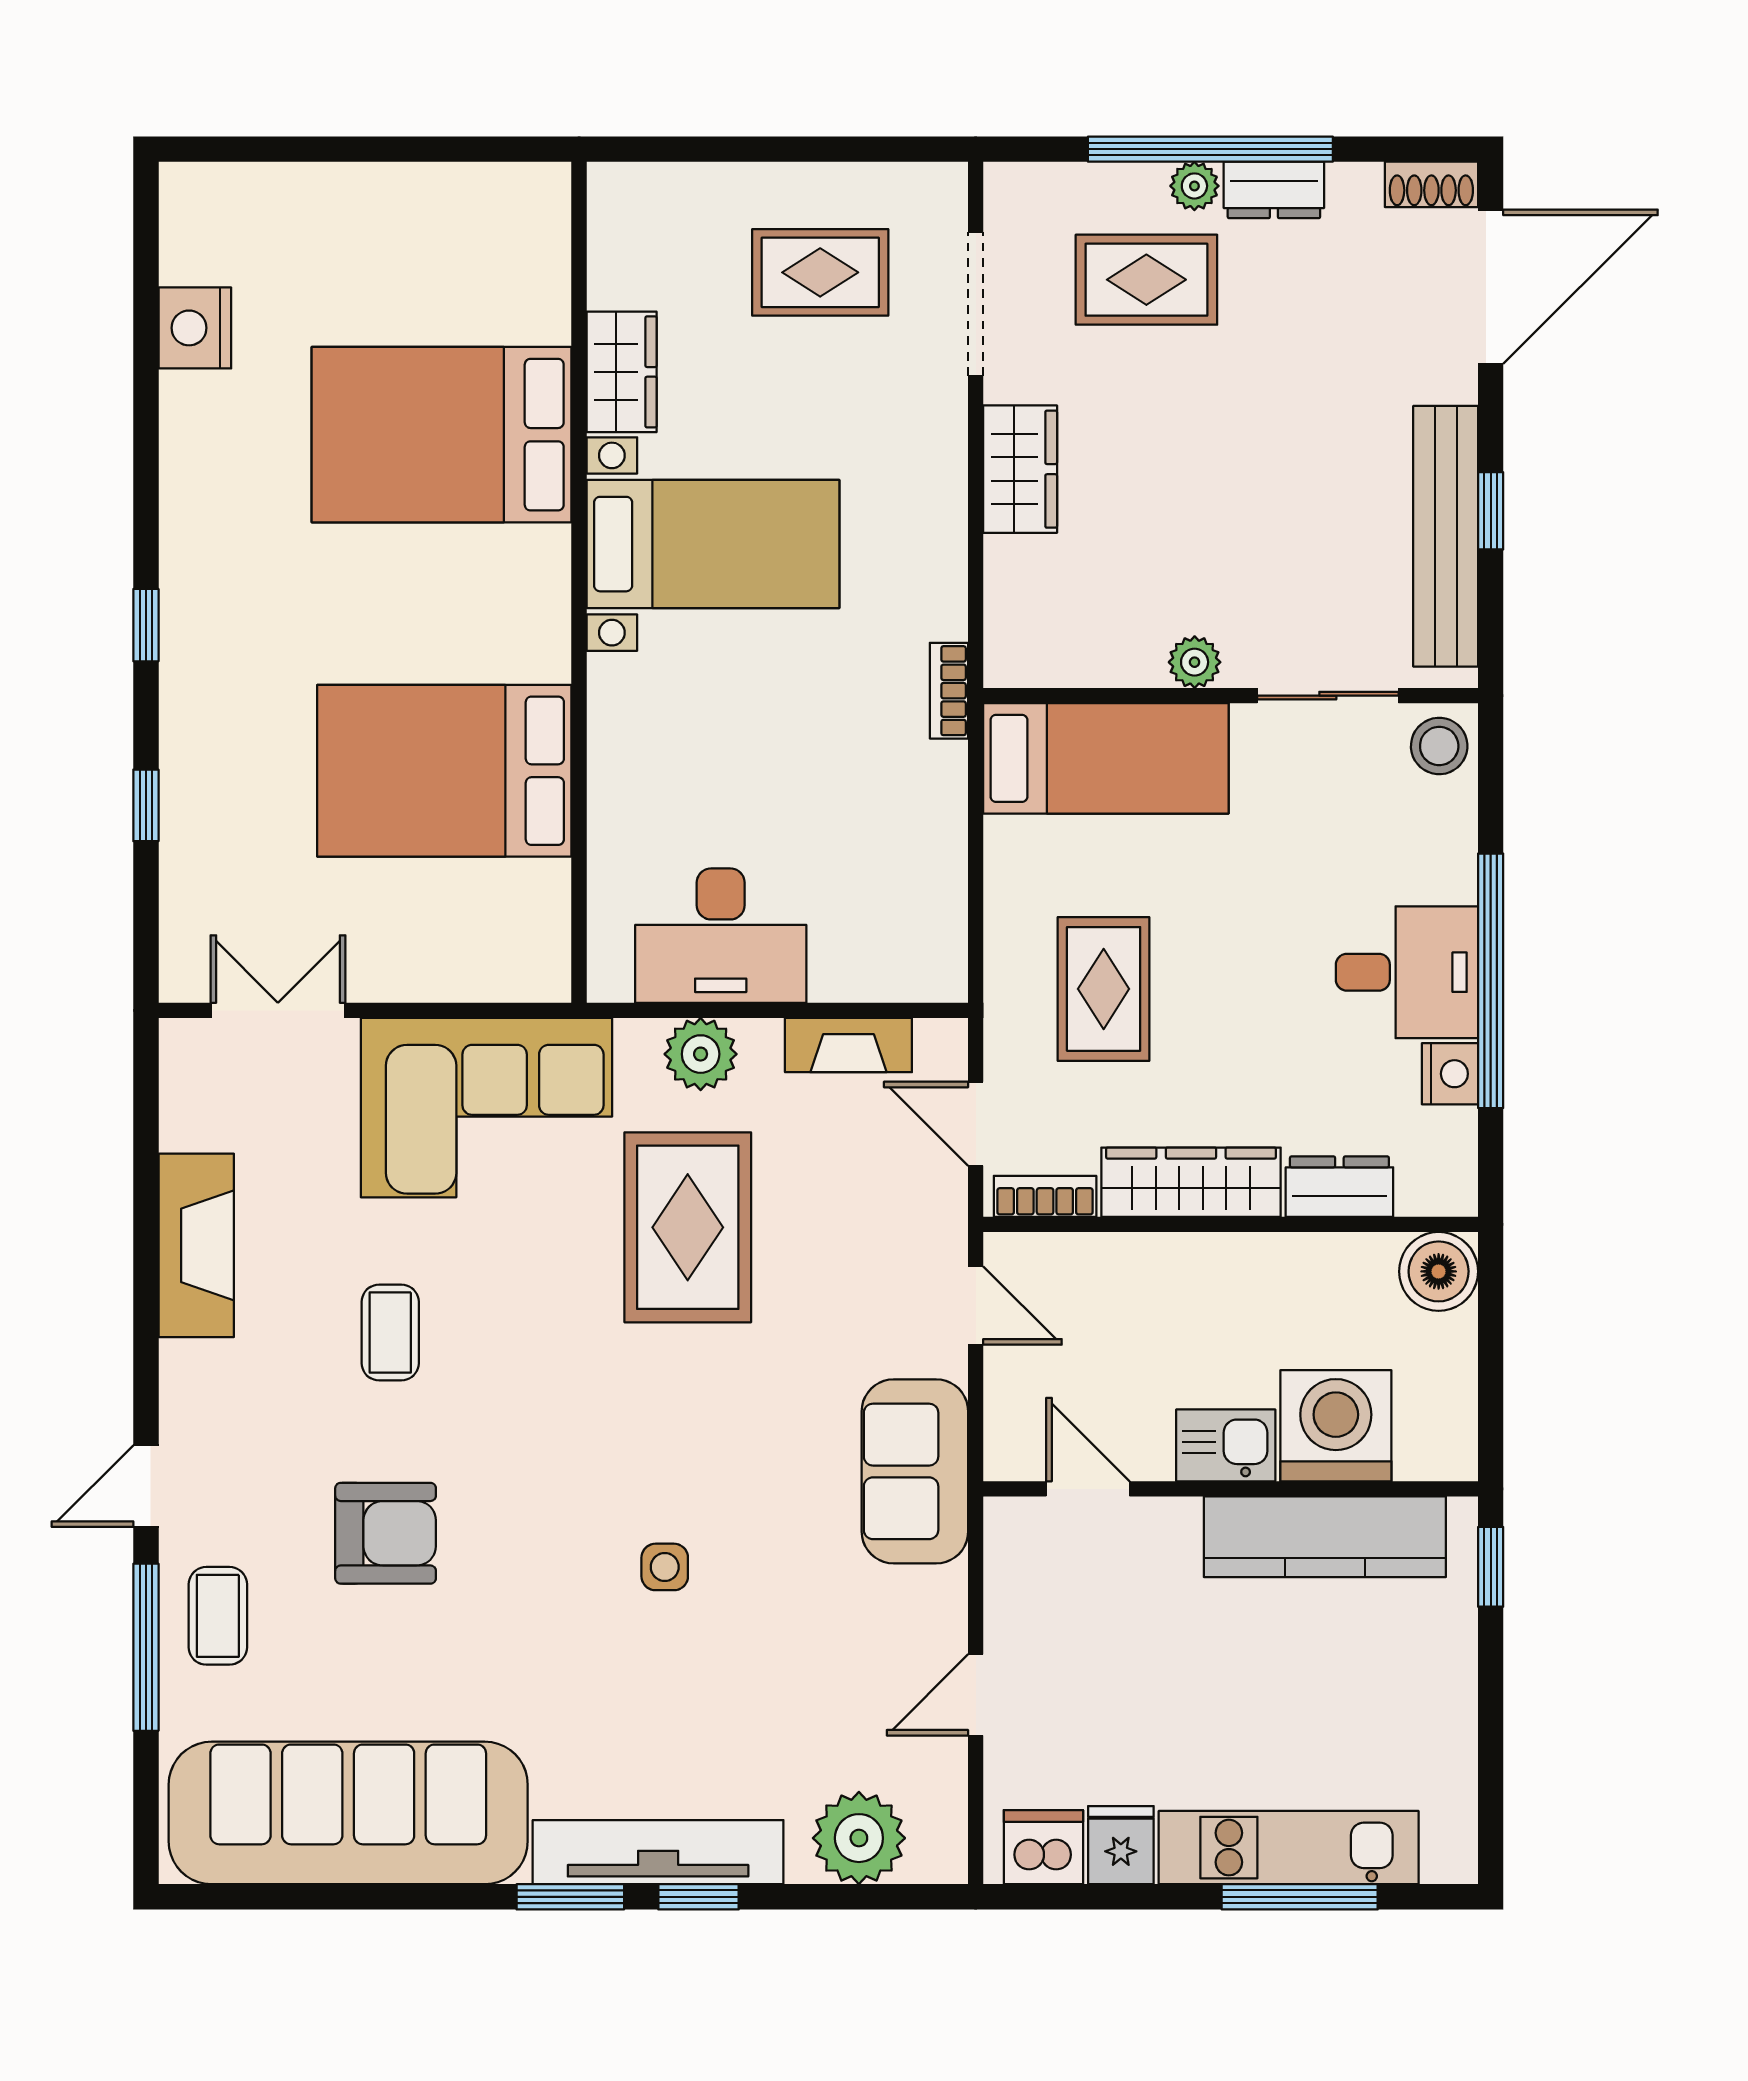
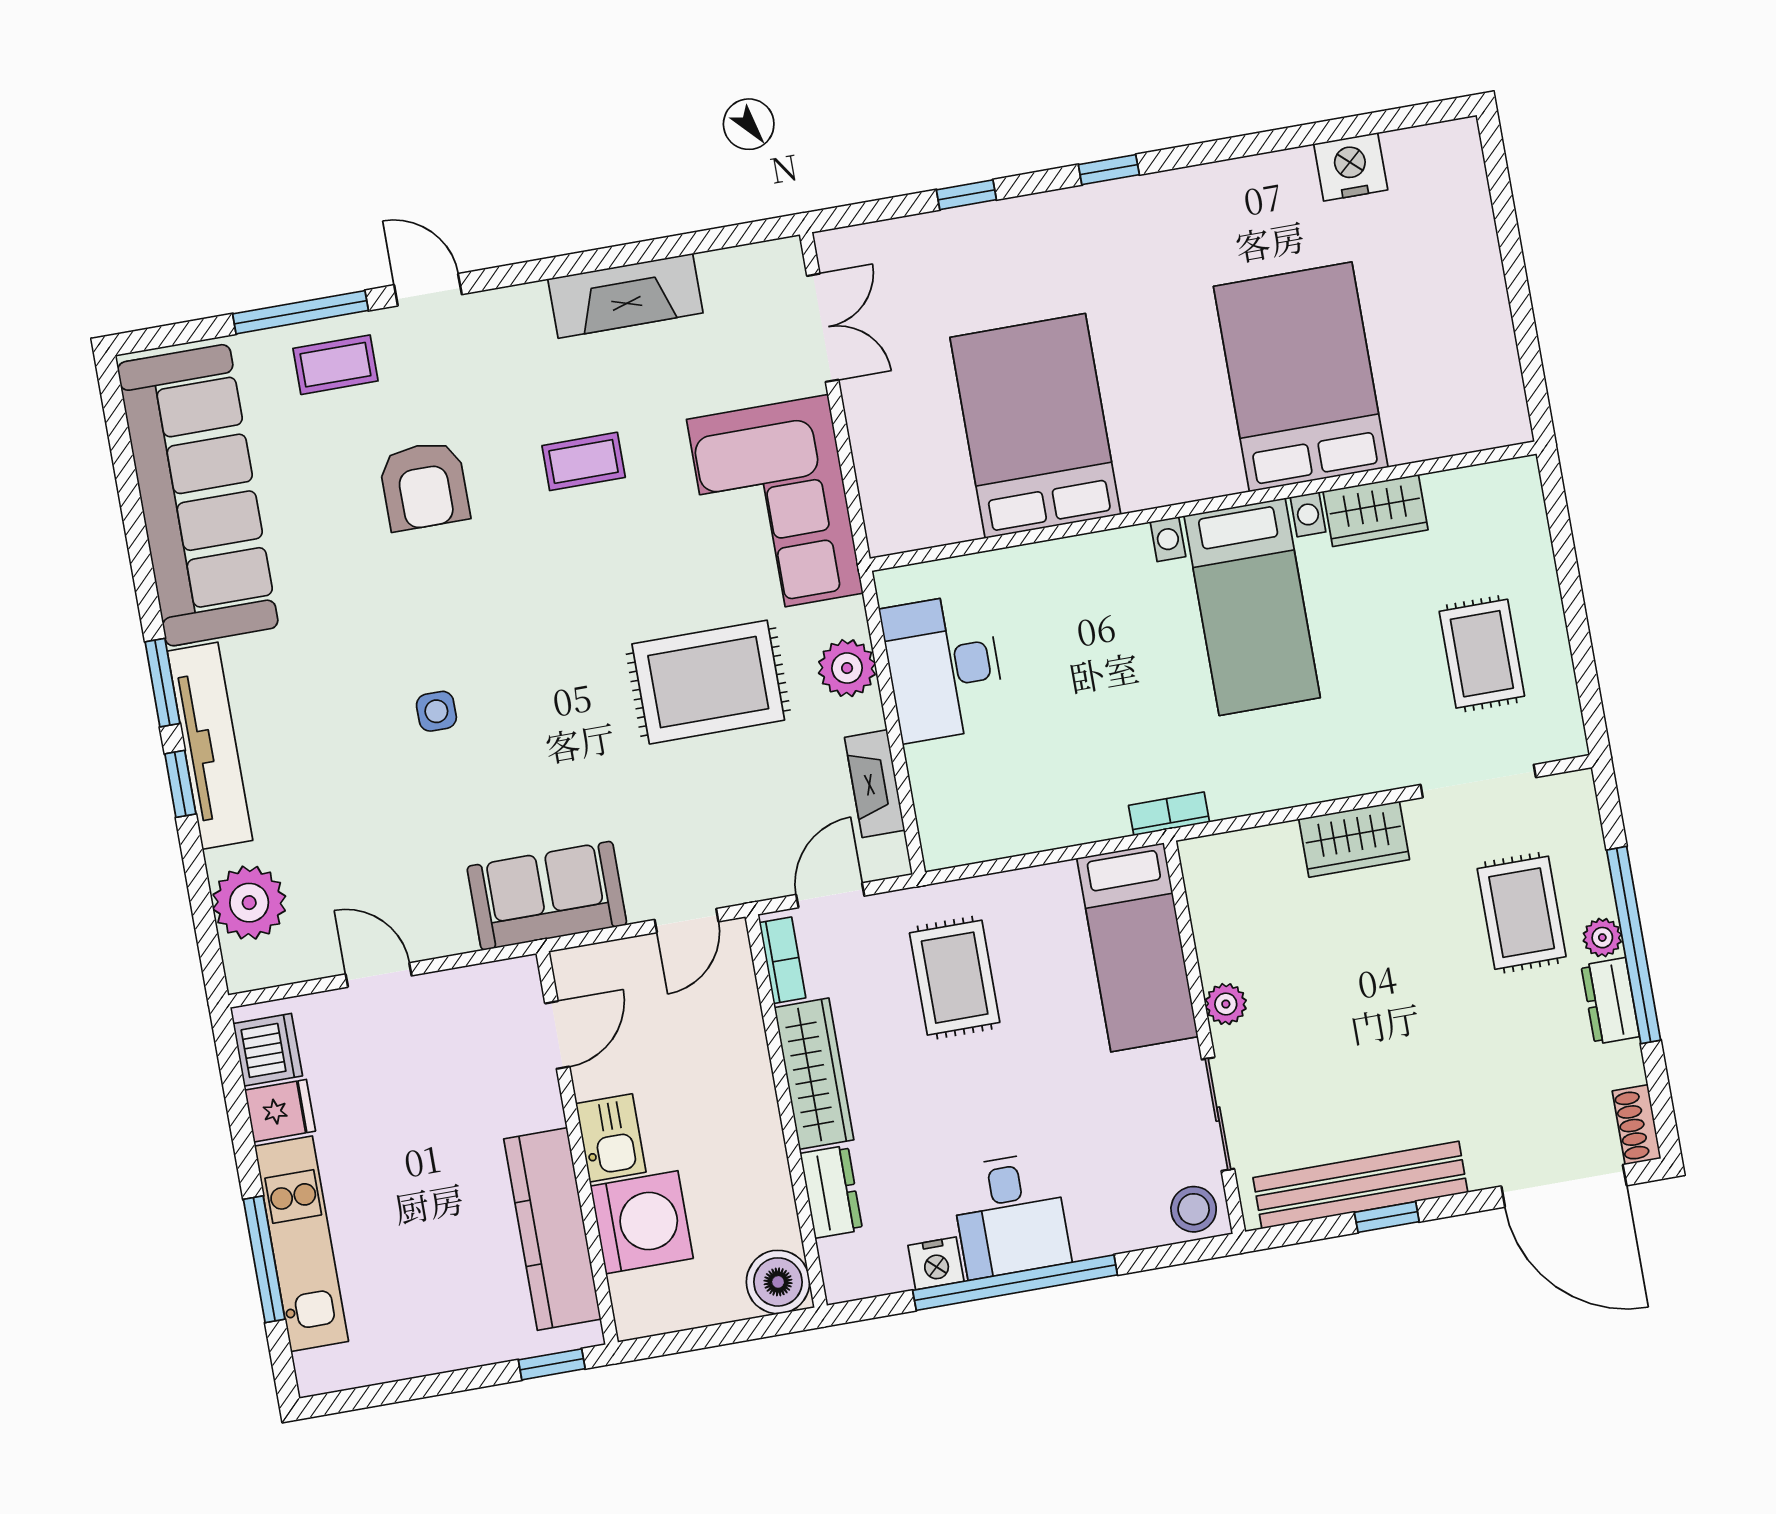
rug: (1104, 989) -> (955, 978), turned 90

